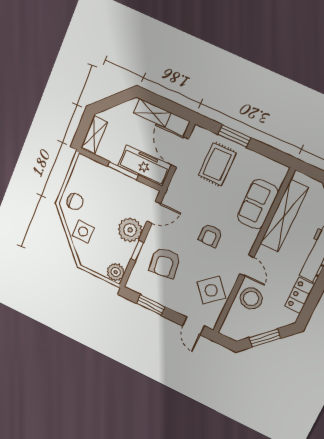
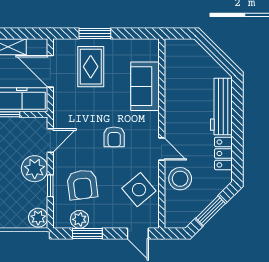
shelving: (284, 216) -> (174, 86), removed
plant: (149, 290) -> (79, 219), added

